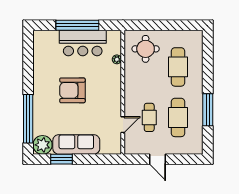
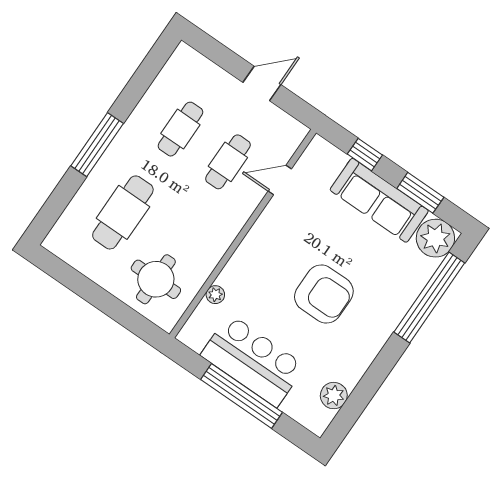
plant: (40, 51) -> (334, 396), added
window: (208, 110) -> (97, 145), moved
cafe table: (178, 117) -> (180, 129), width x0.73, depth x0.74
window: (95, 159) -> (365, 155), added
door: (157, 159) -> (262, 84), hinge flipped

